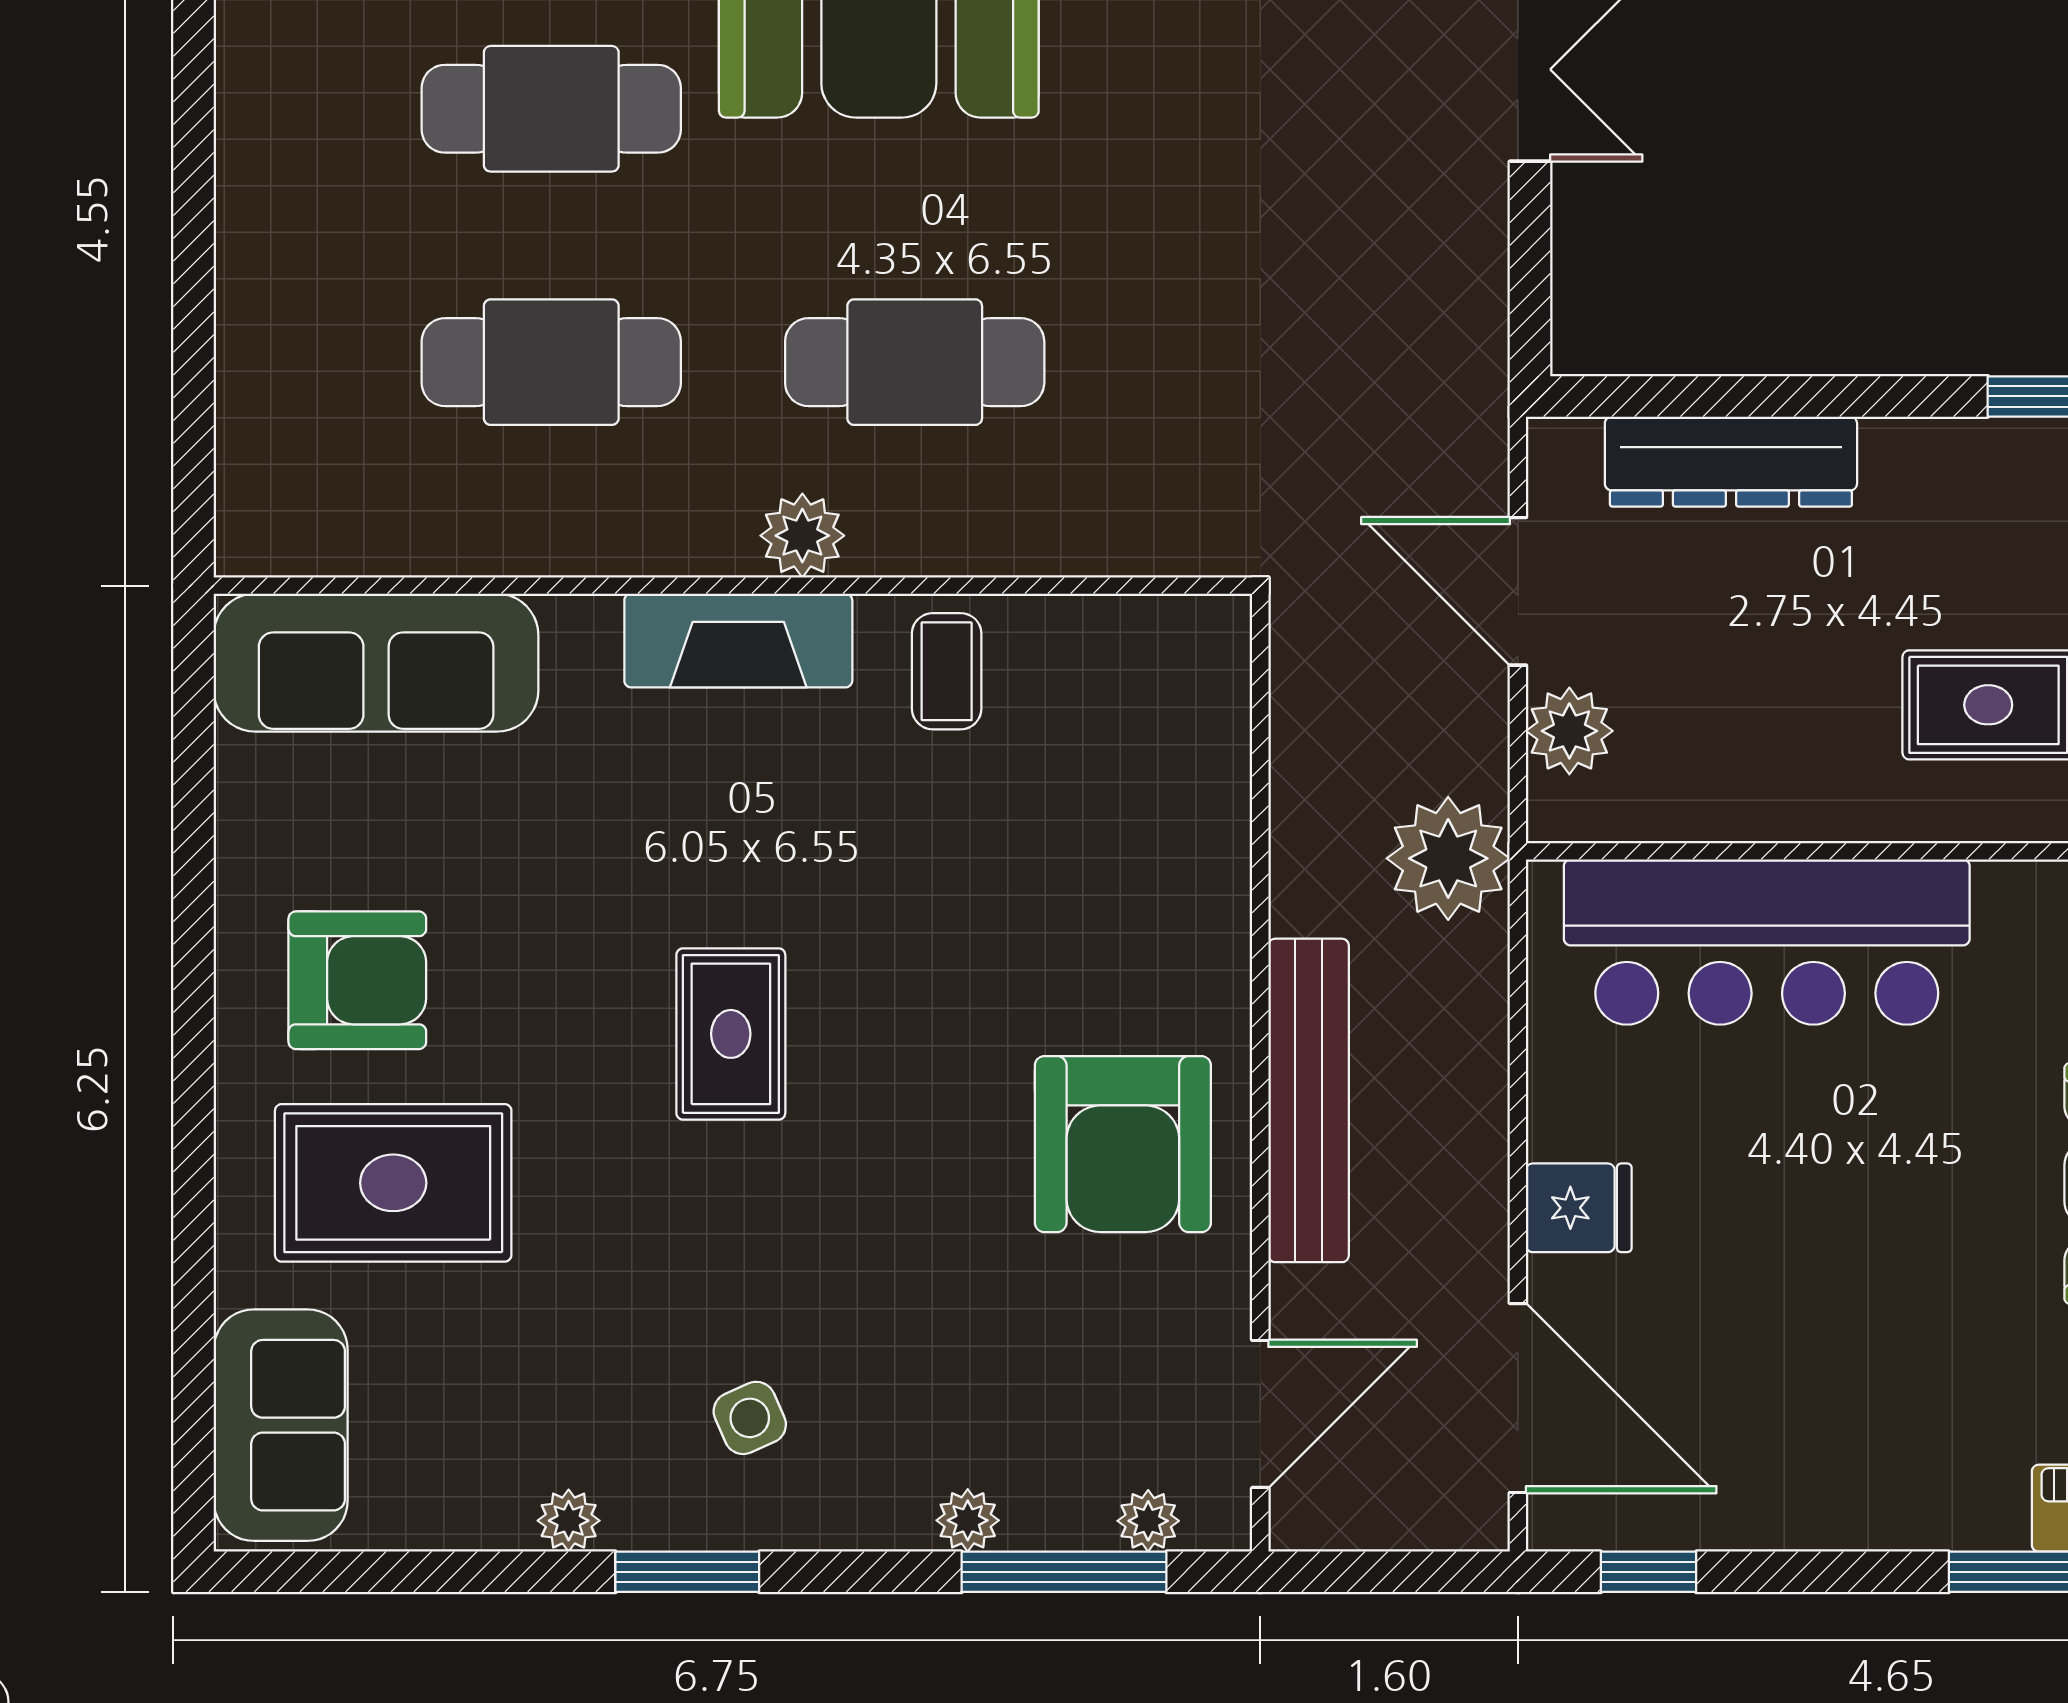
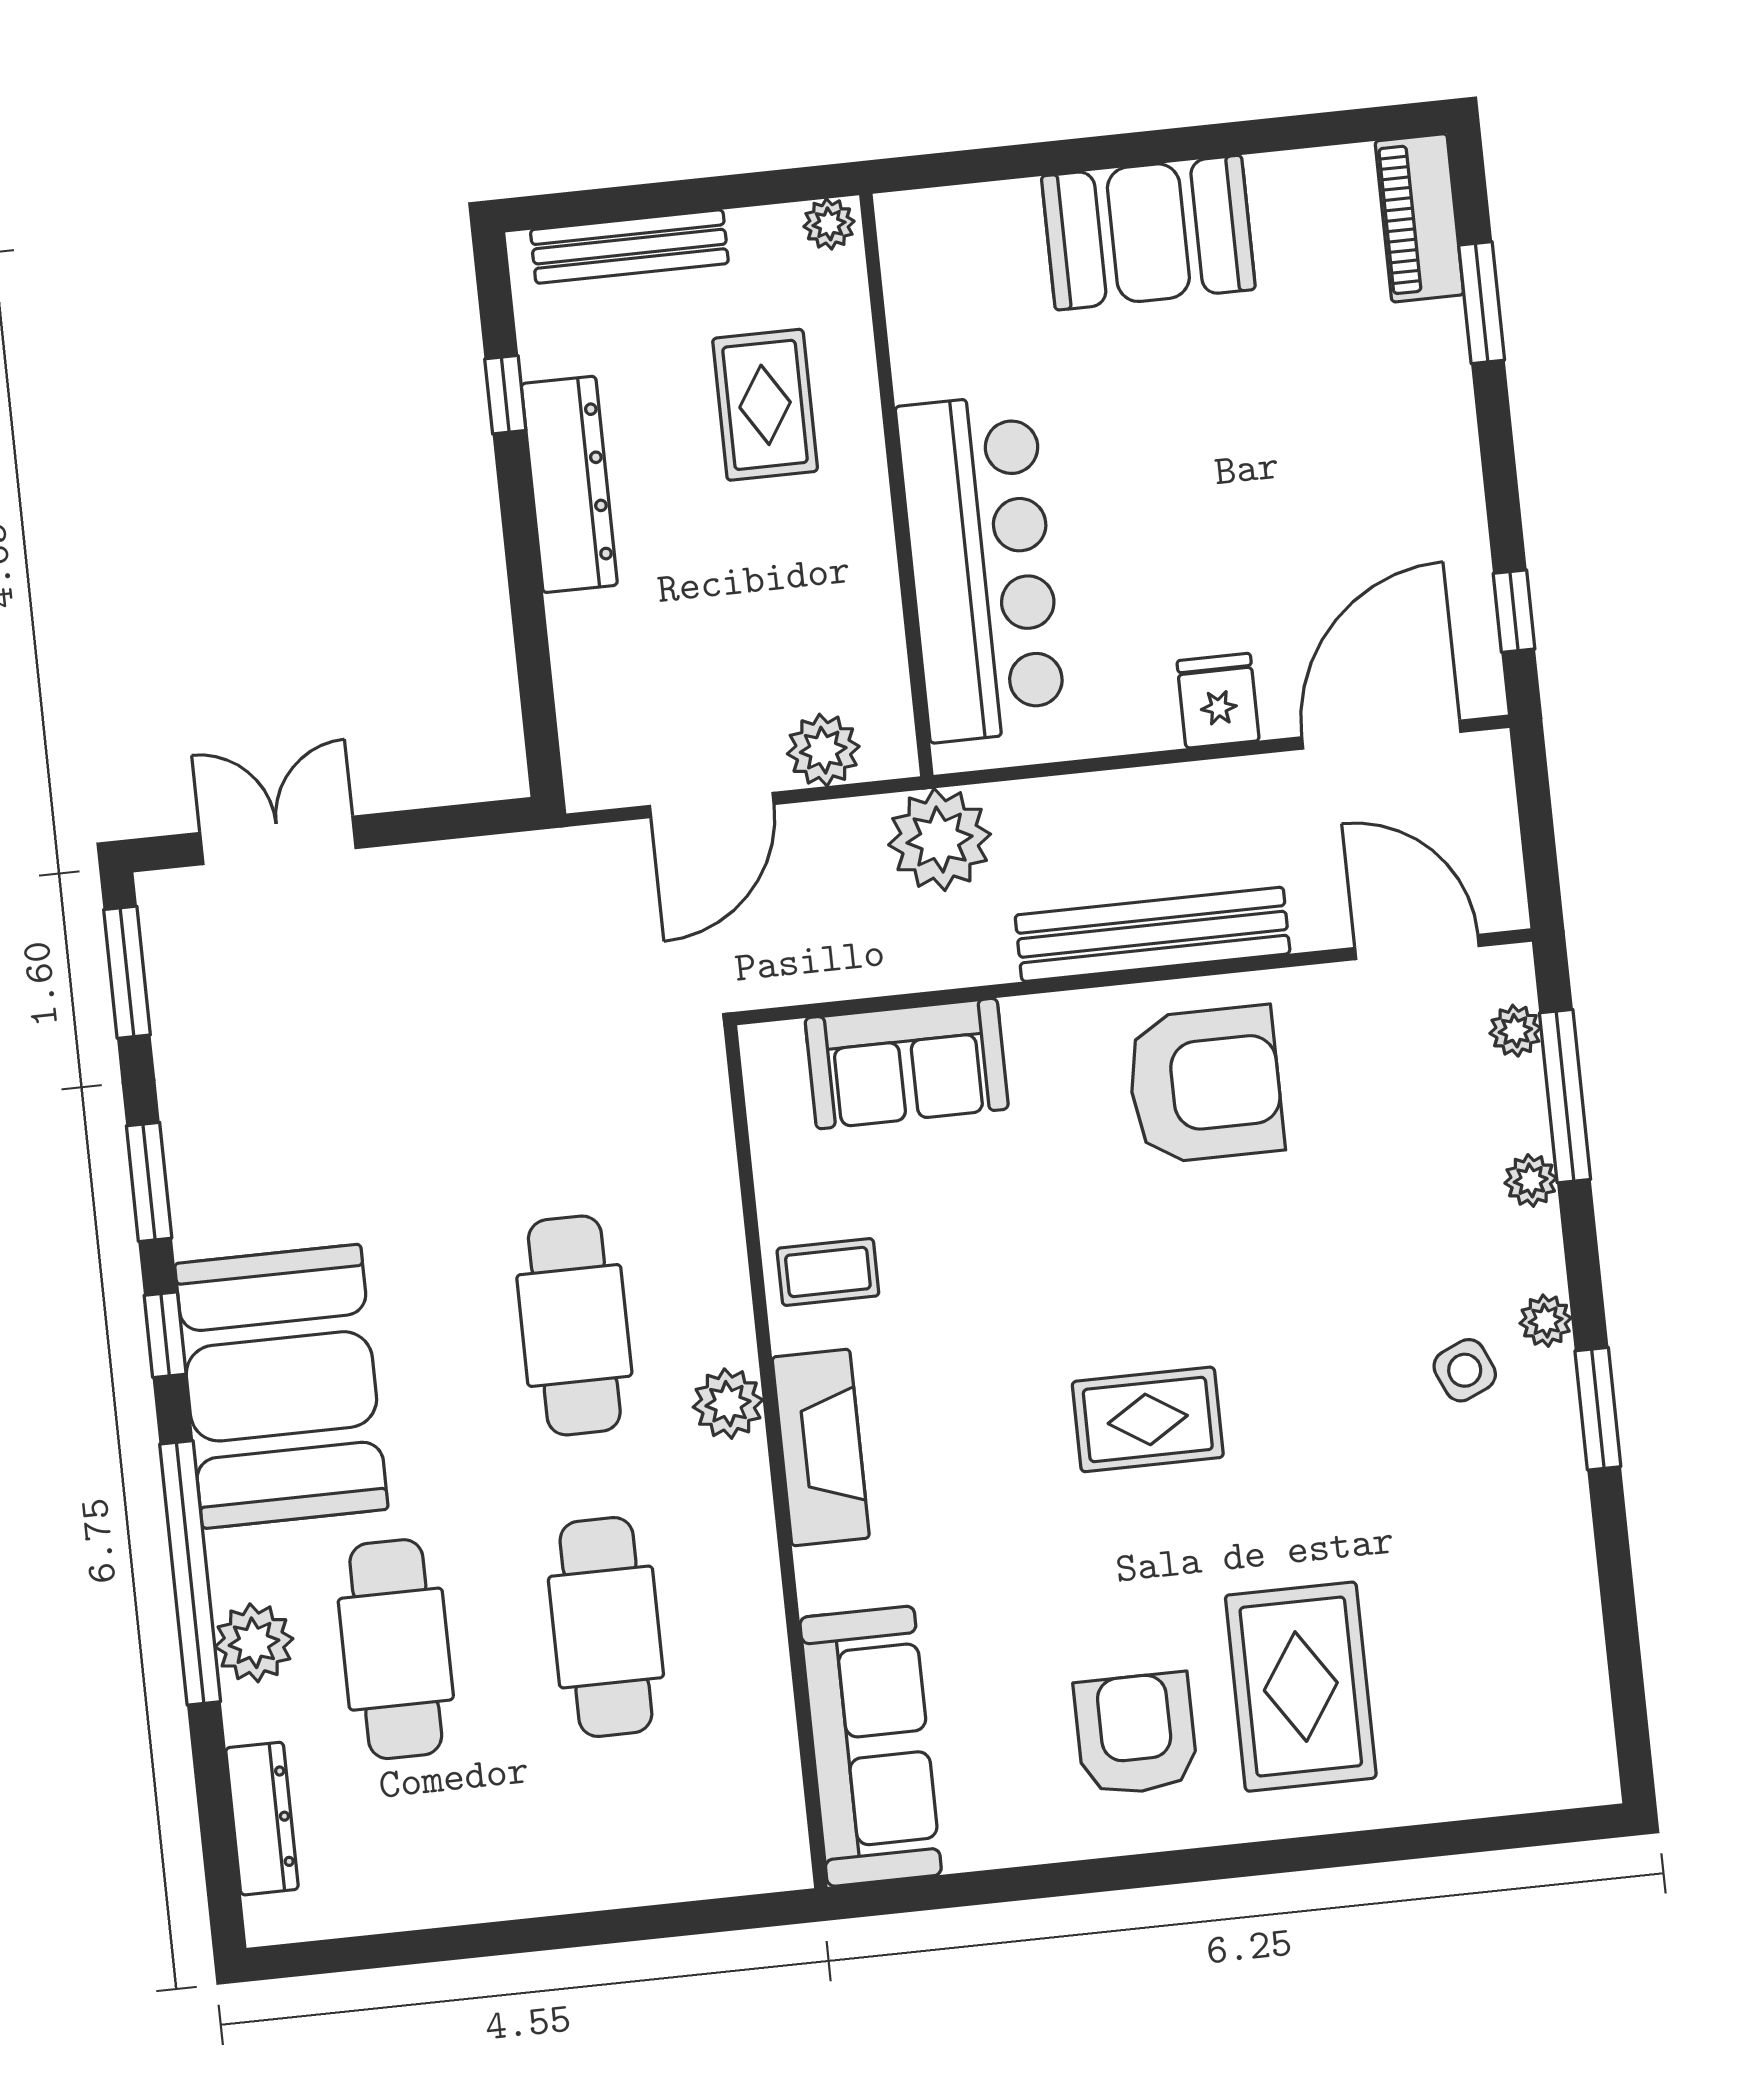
dresser: (1731, 462) -> (569, 484), moved
sofa: (281, 1425) -> (907, 1064), moved, turned 180
plant: (569, 1521) -> (1546, 1321), moved

